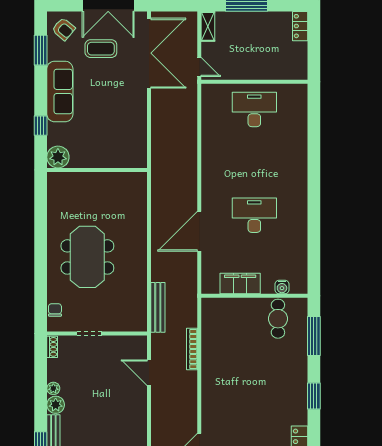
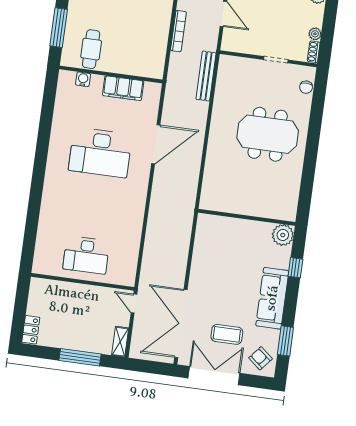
desk: (254, 215) -> (100, 153), width x1.36, depth x1.30
meeting table: (87, 257) -> (268, 134), turned 90
plant: (53, 388) -> (315, 34), moved

